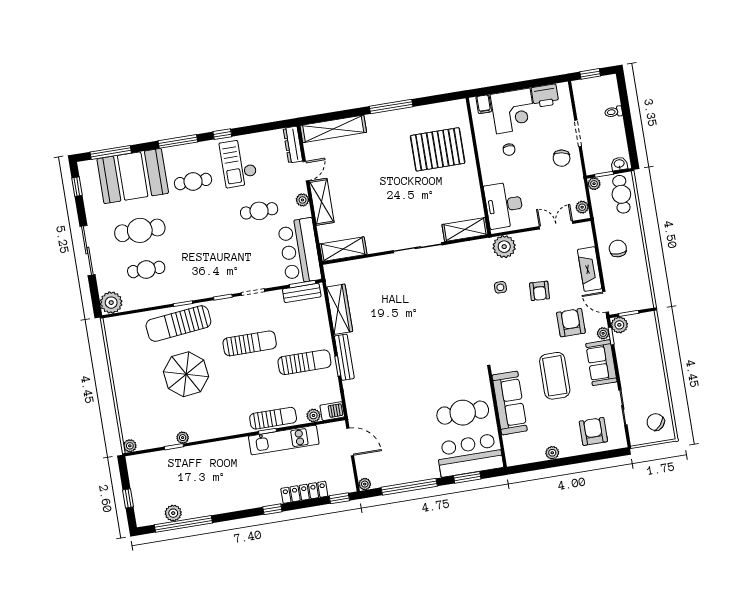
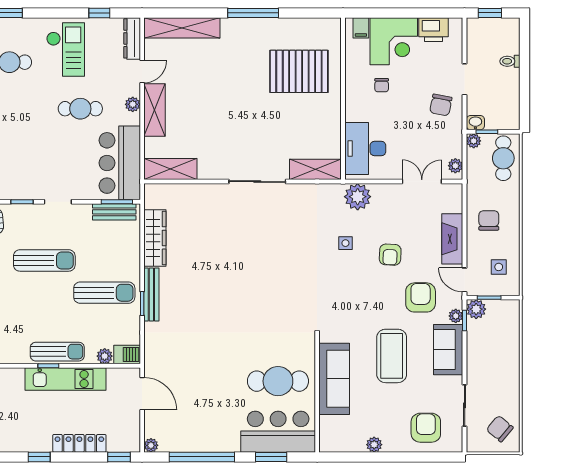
window: (222, 134) -> (99, 13), moved
checkout: (238, 163) -> (66, 49), turned 180
washbasin: (619, 164) -> (475, 123), moved
side table: (632, 286) -> (499, 267), added

